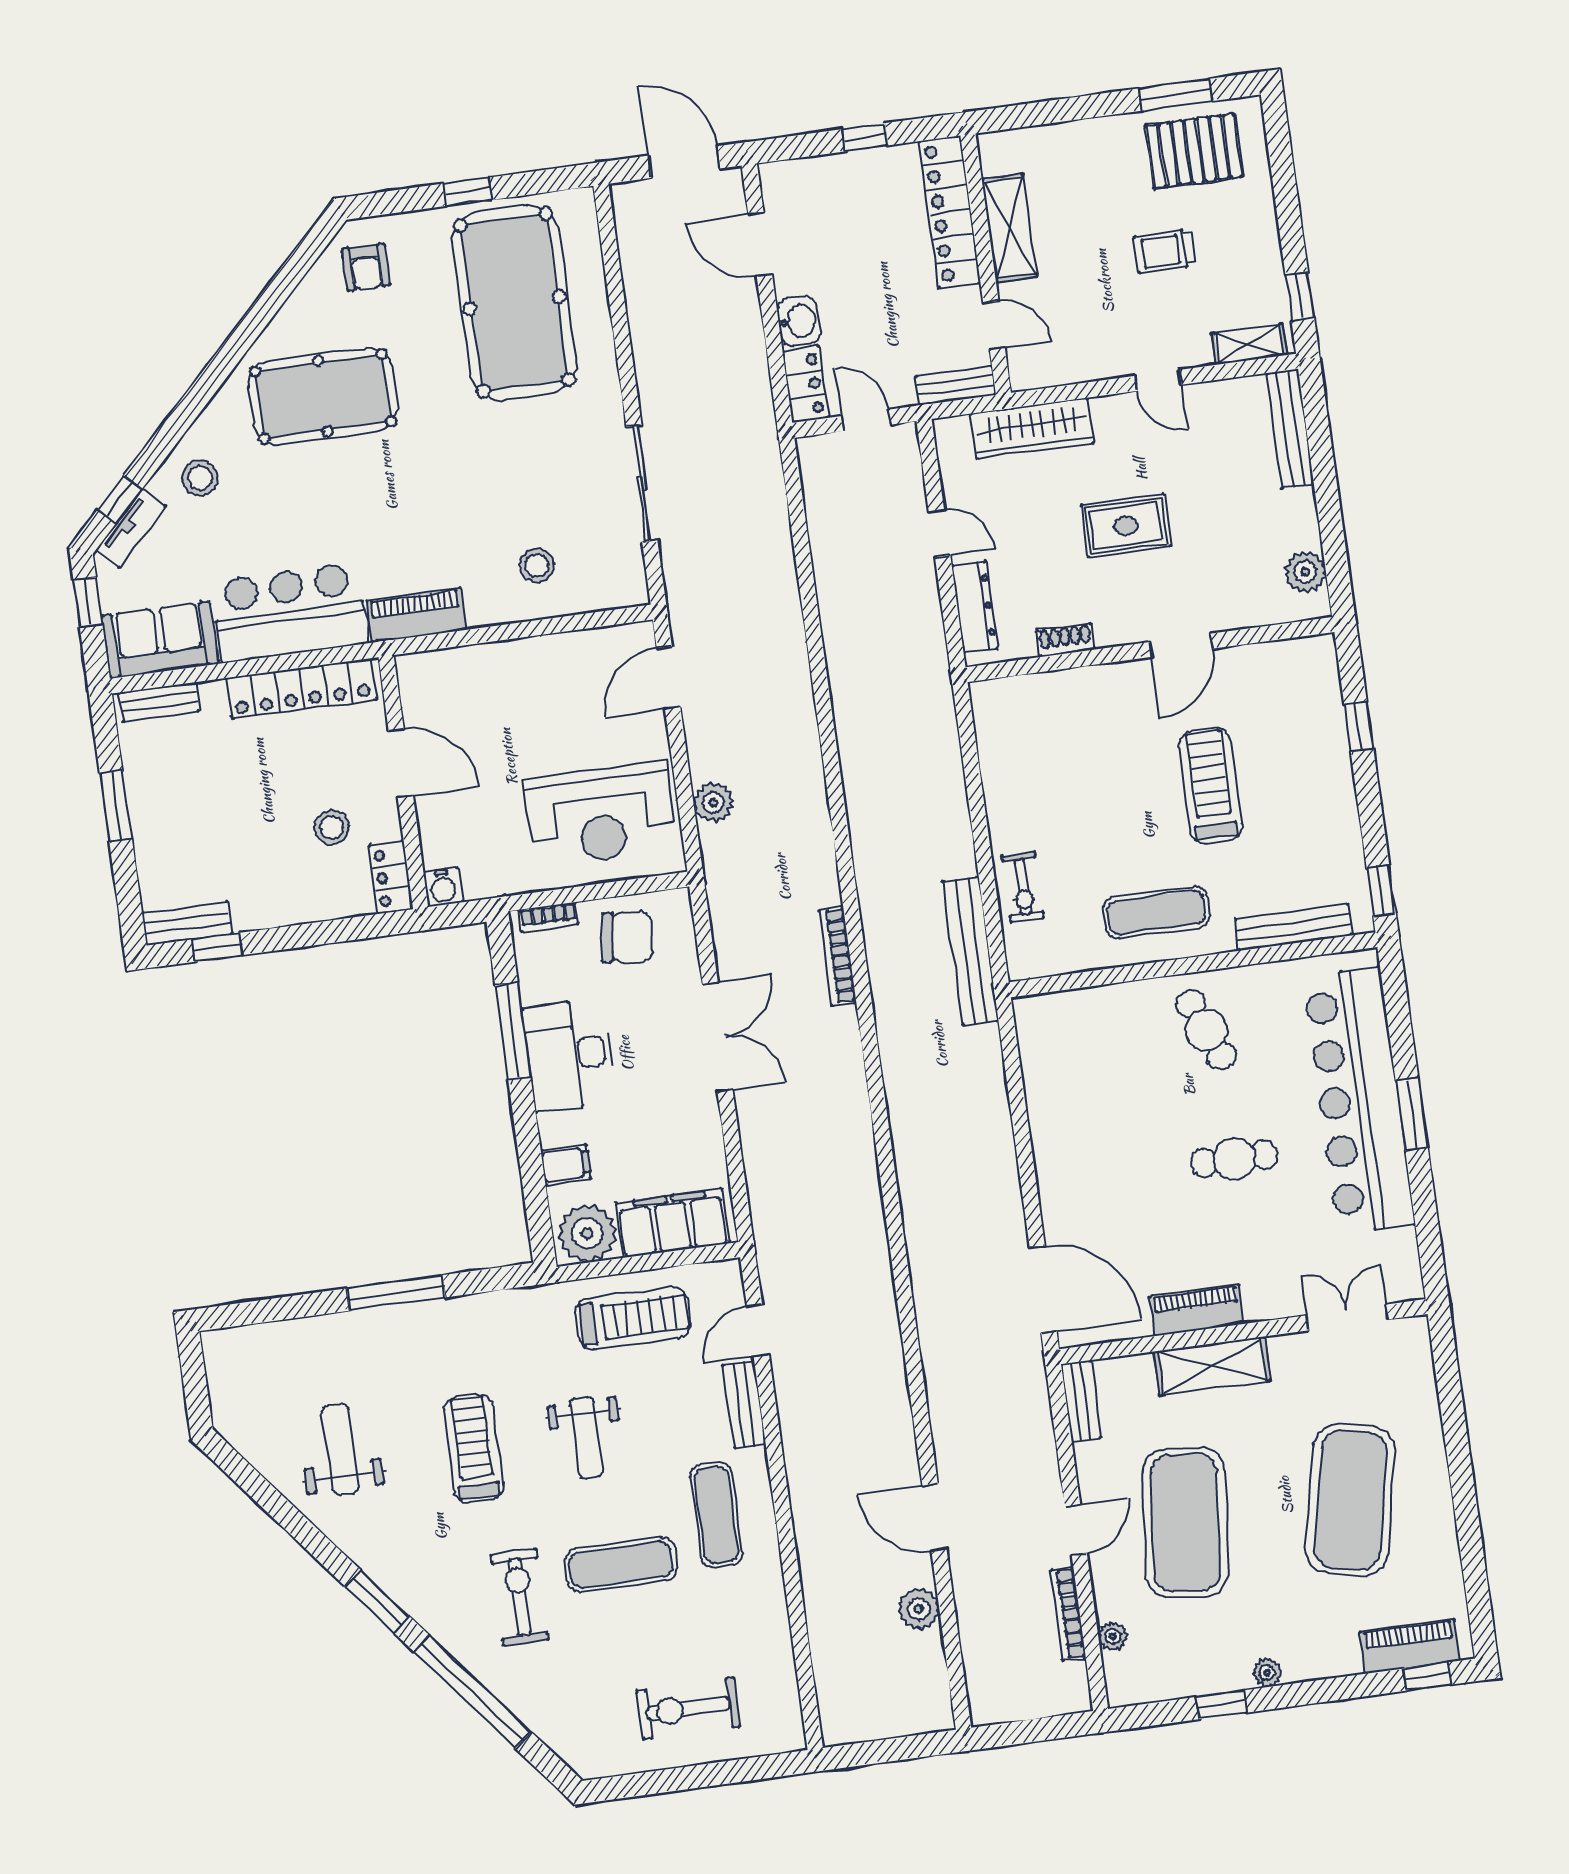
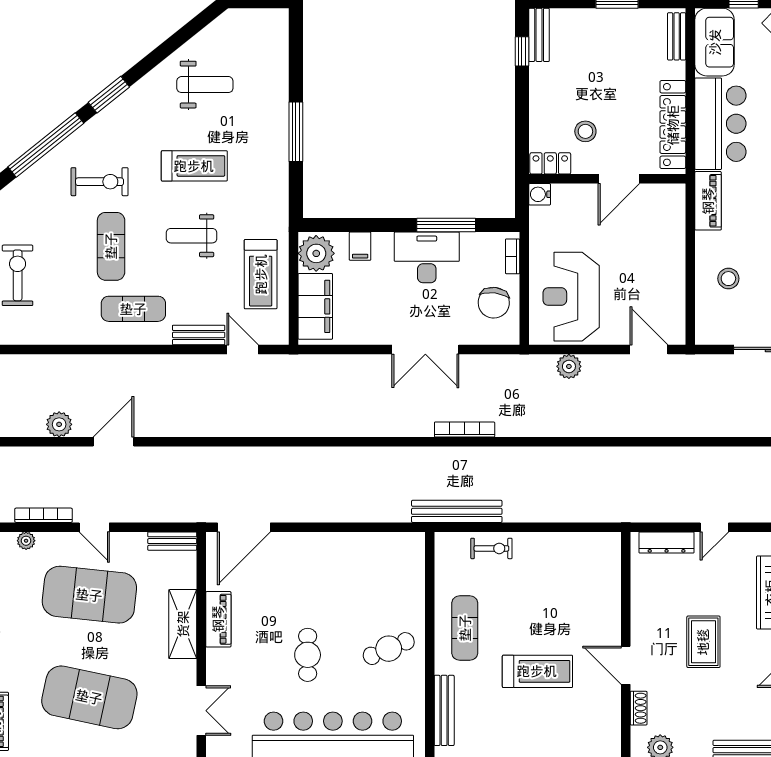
shoe rack: (1065, 640) -> (639, 708), moved
exercise bike: (1023, 887) -> (491, 548), turned 180

